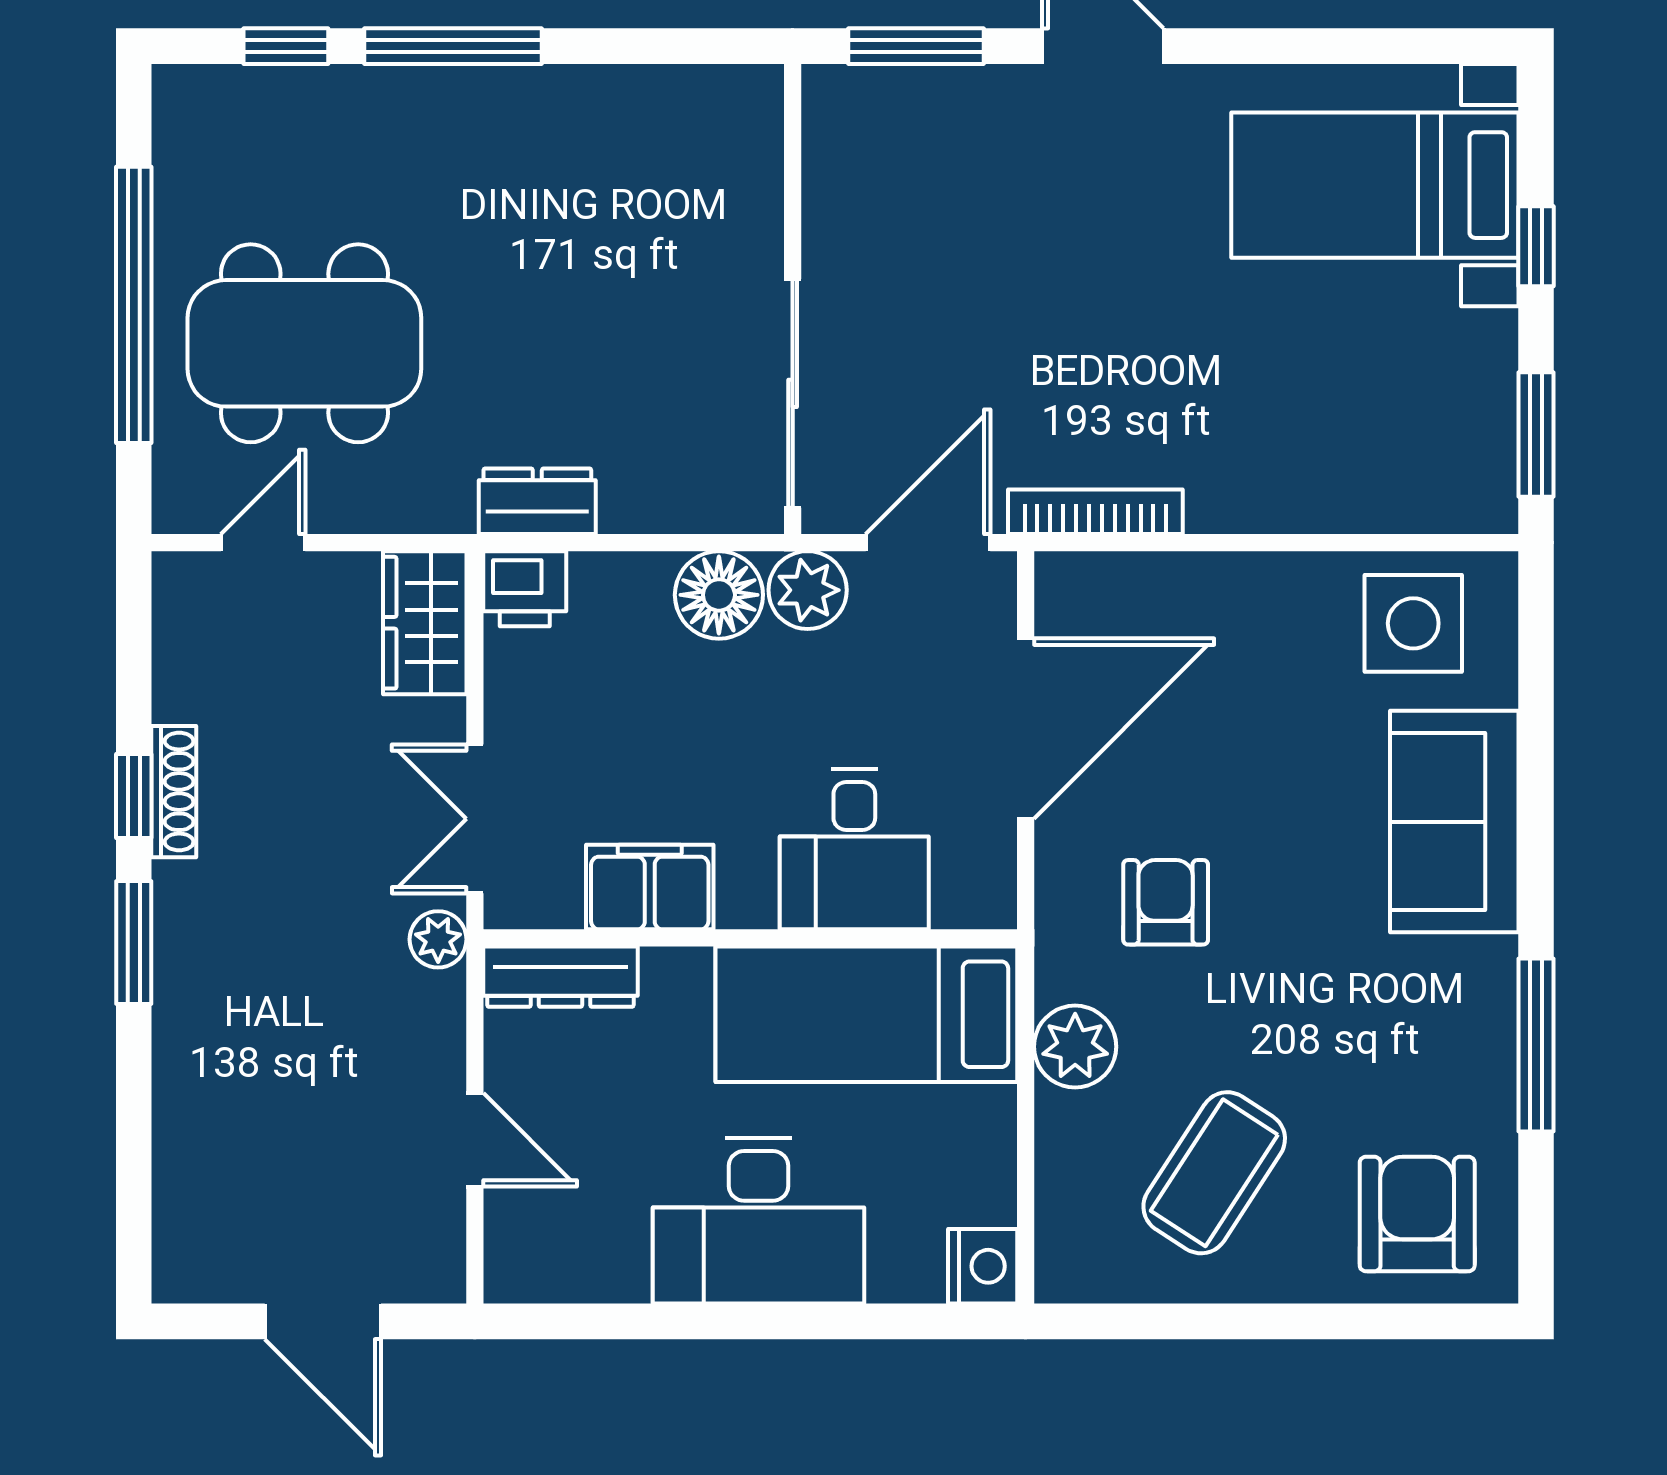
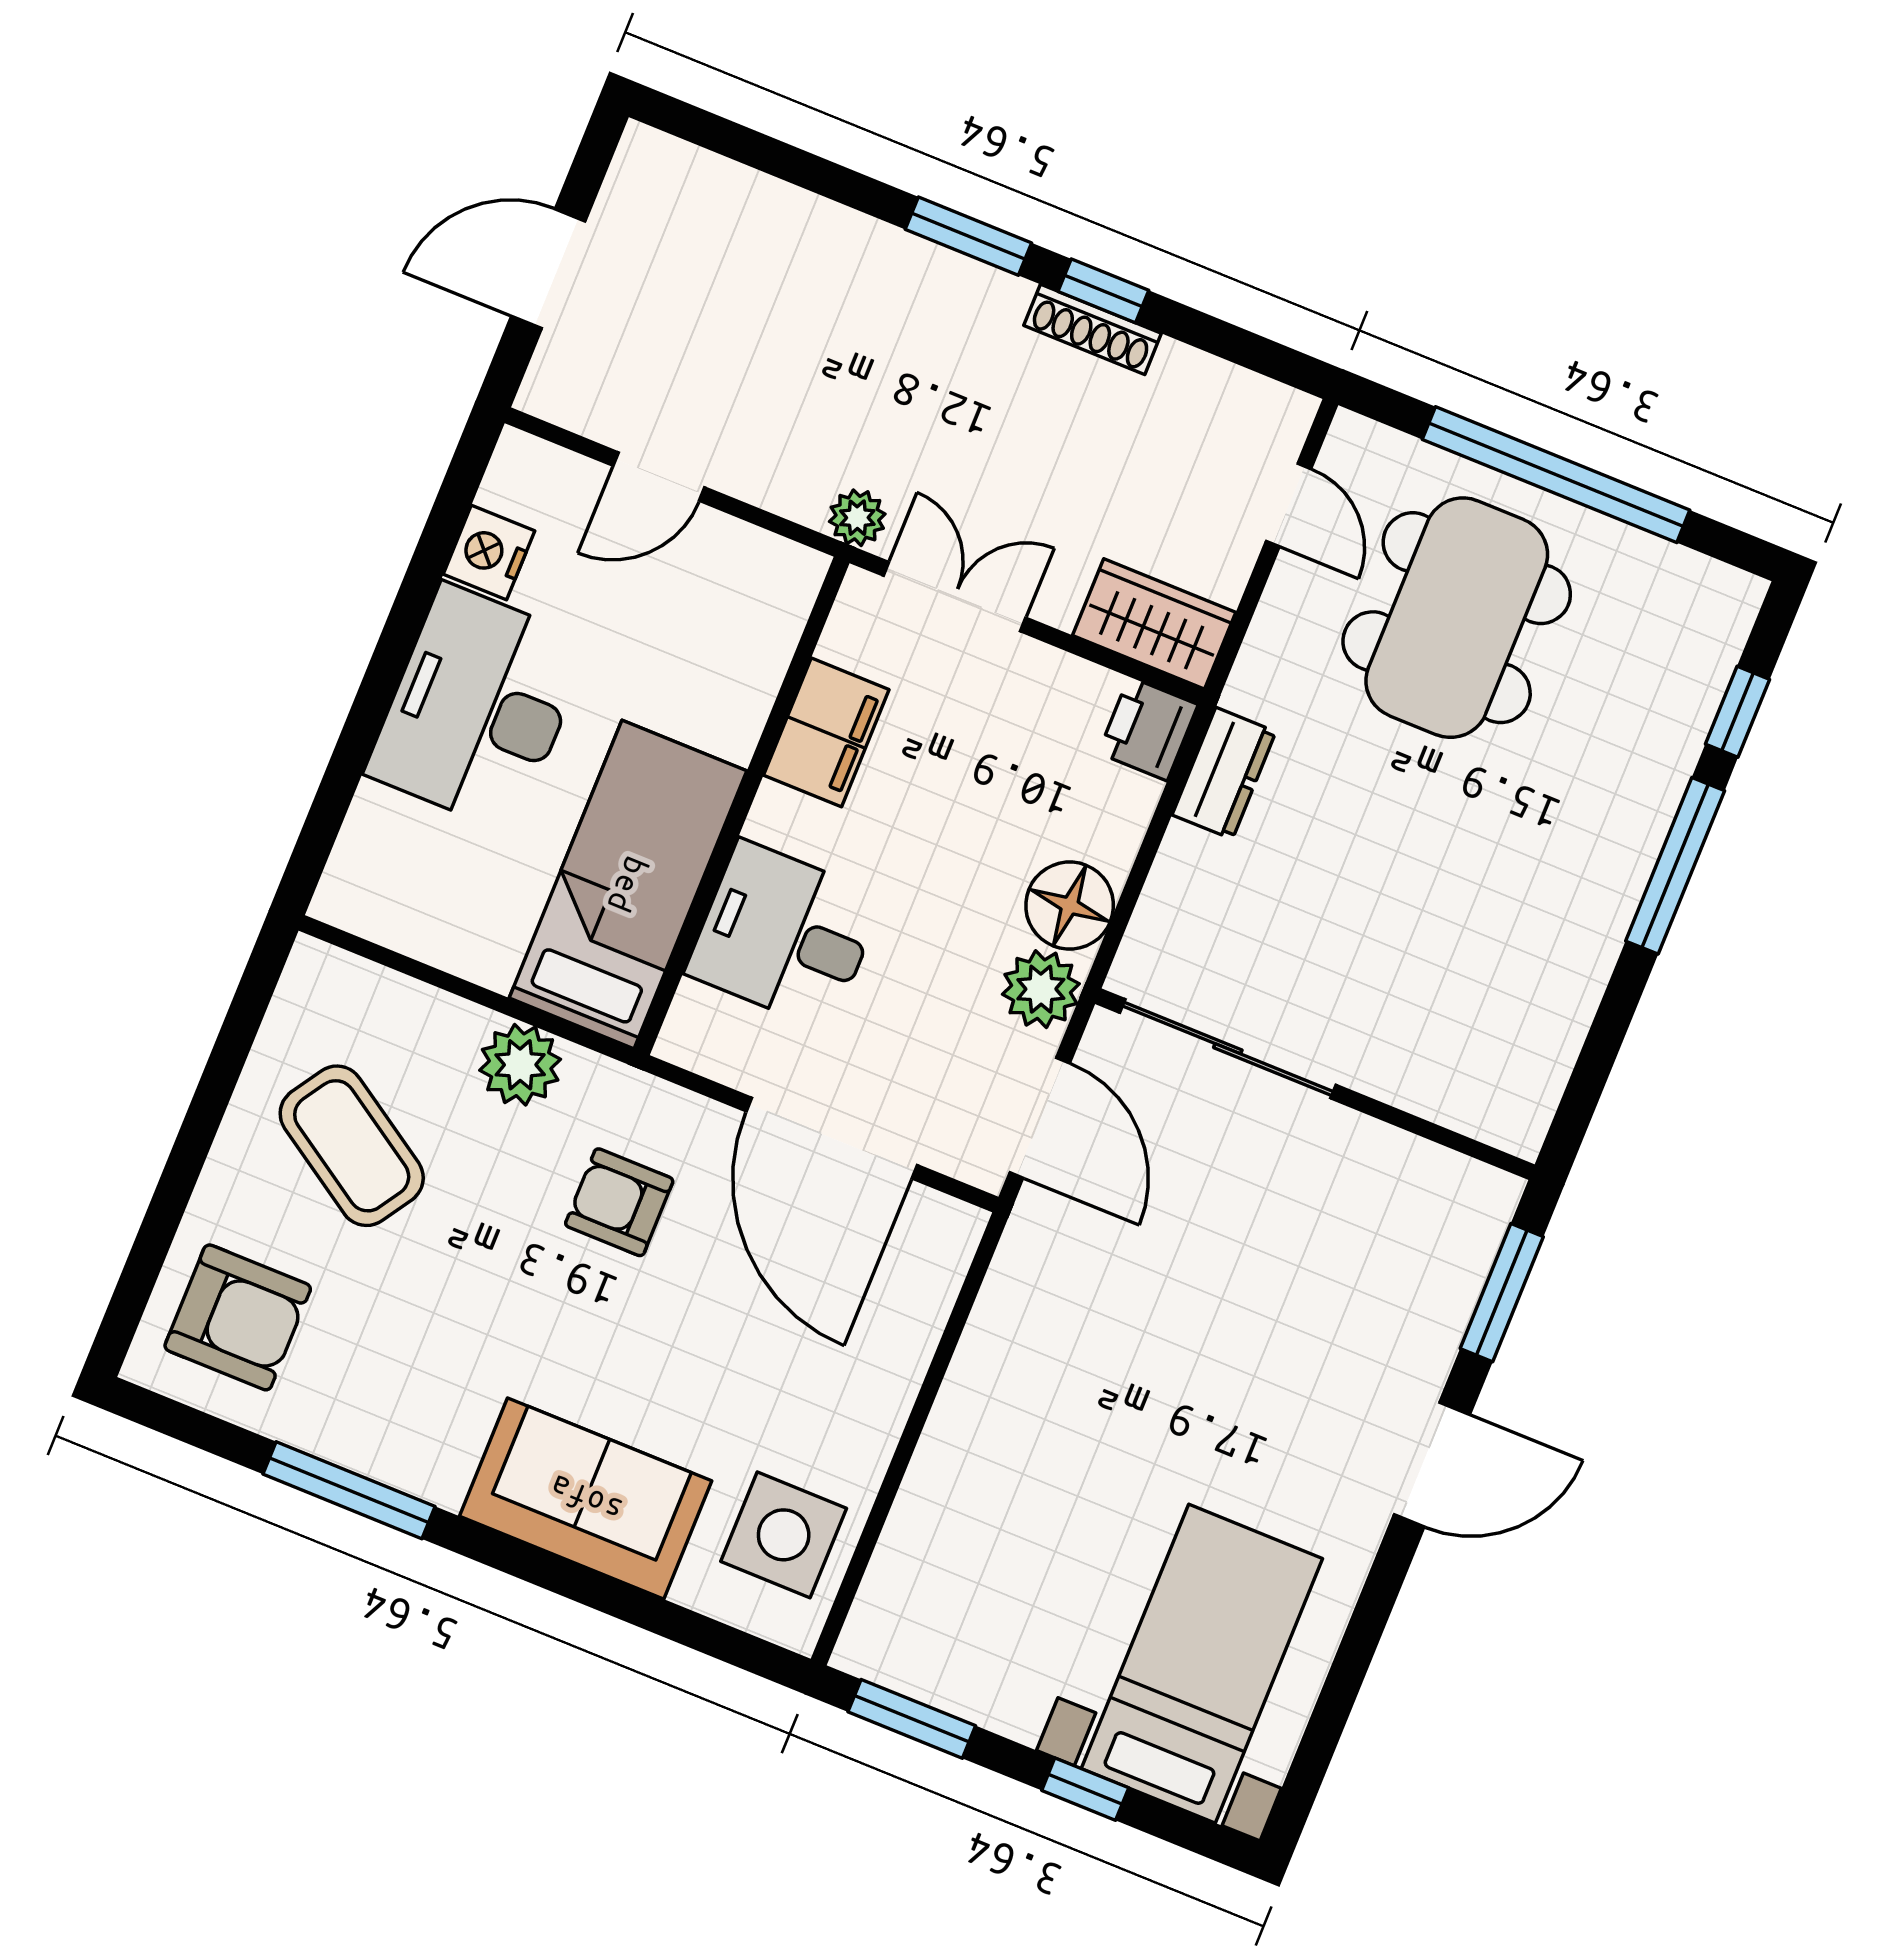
bookcase: (1095, 512) -> (1005, 1284), removed
armchair: (1166, 902) -> (619, 1202), turned 180
dresser: (560, 977) -> (777, 617), removed
nightstand: (983, 1266) -> (489, 552), moved, turned 90

